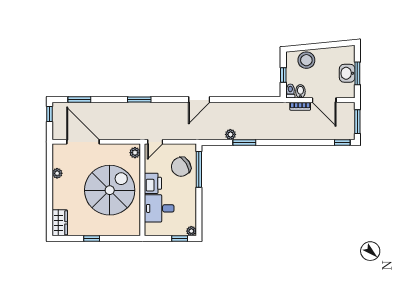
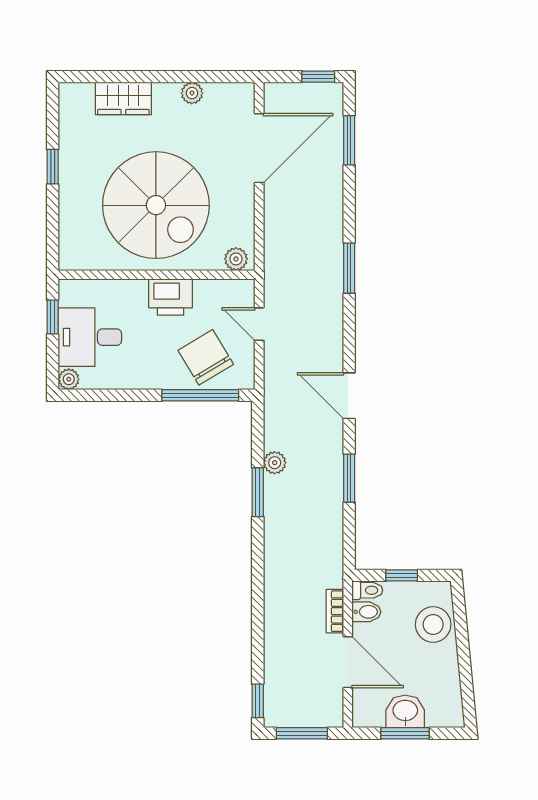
window: (238, 100) -> (349, 478), added
door: (324, 100) -> (348, 662), swing flipped
door: (155, 142) -> (259, 324), moved
desk: (159, 208) -> (90, 337), moved, turned -90
wardrobe: (60, 223) -> (123, 98), moved
window: (180, 239) -> (53, 317), moved

